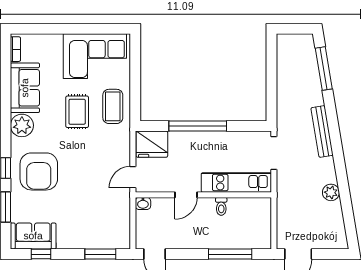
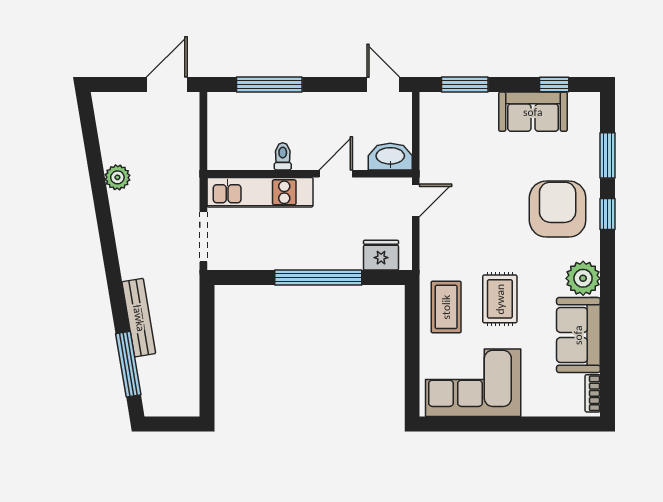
bench: (322, 131) -> (139, 318), moved
fridge: (152, 144) -> (381, 255), width x0.73, depth x0.75
washbasin: (143, 203) -> (390, 157), width x1.91, depth x1.45
sofa: (33, 236) -> (533, 112), moved

